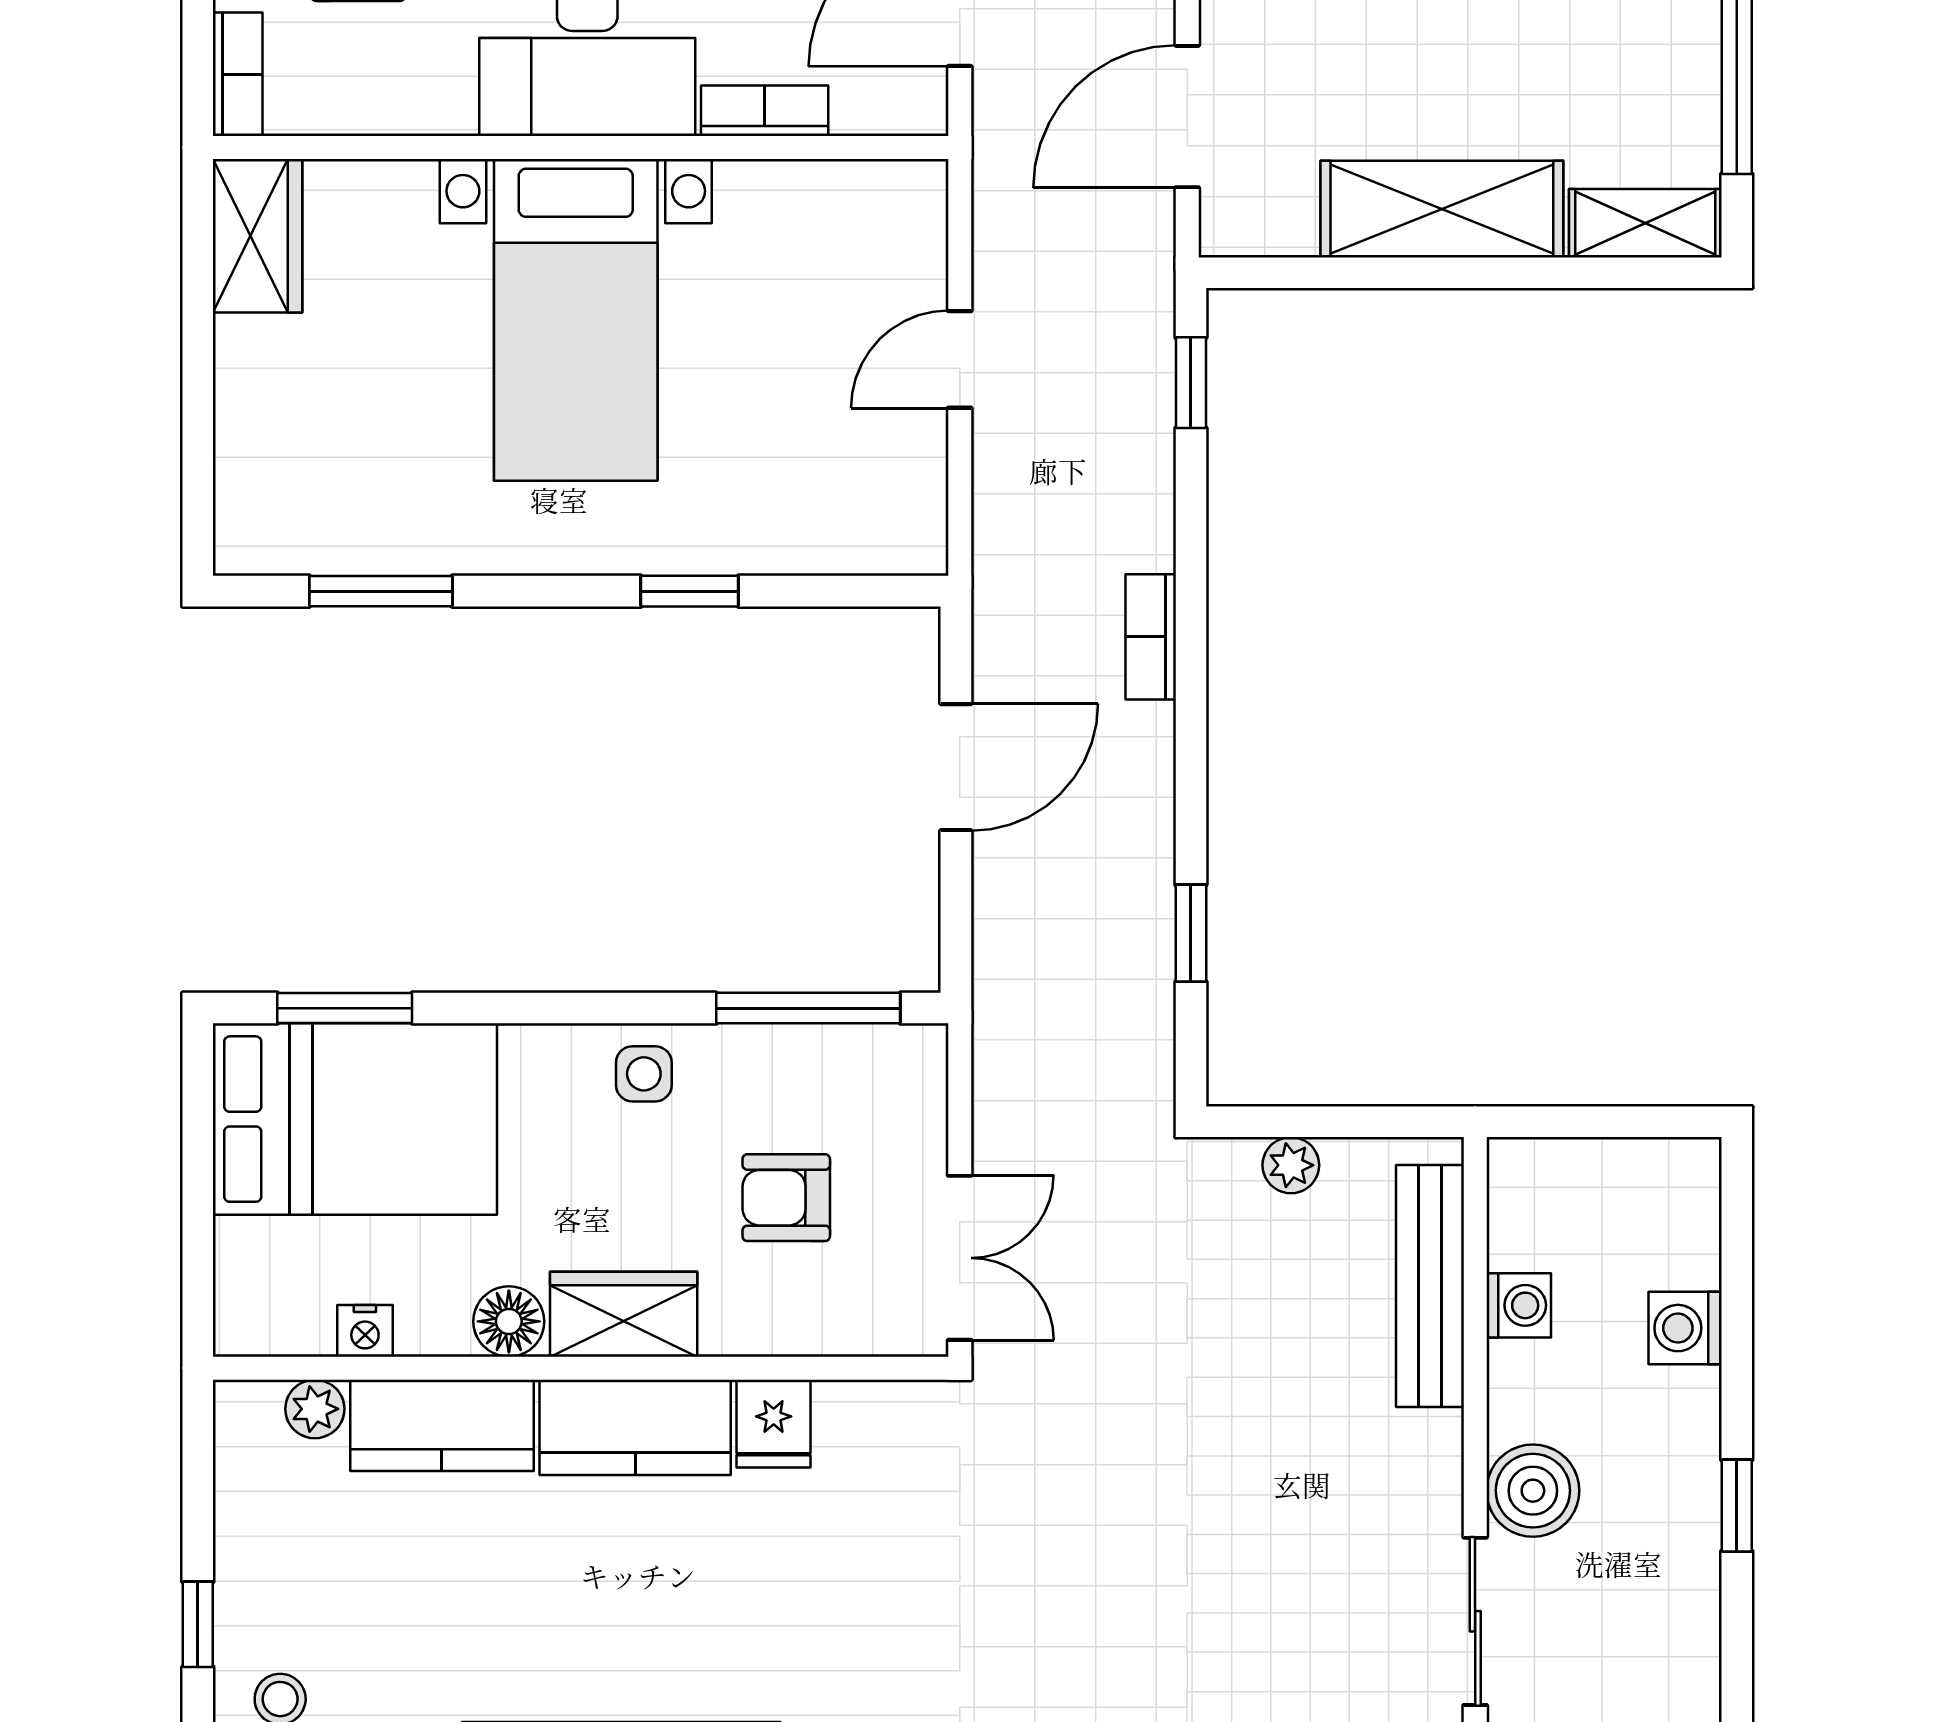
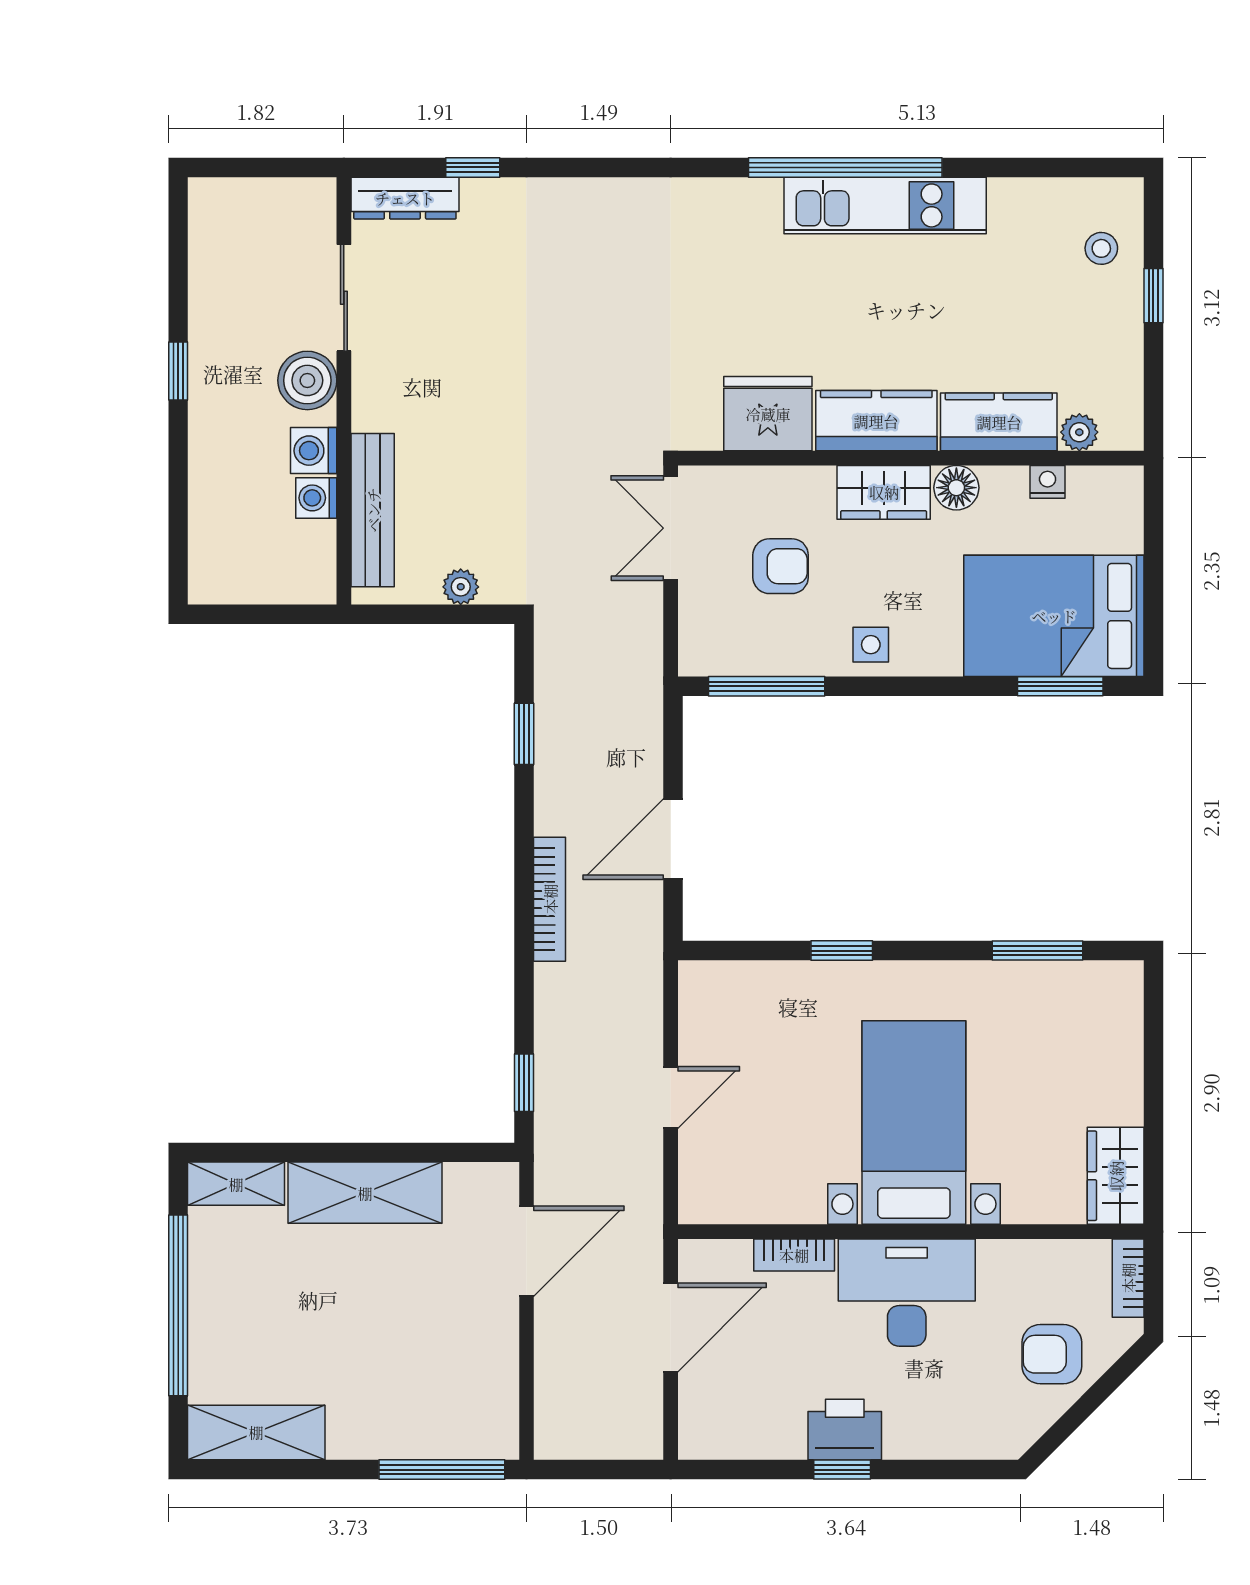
bookcase: (1151, 637) -> (550, 899), width x1.56
washing machine: (1685, 1328) -> (314, 451), moved, turned 180
fridge: (774, 1424) -> (768, 414), width x1.88, depth x1.34

